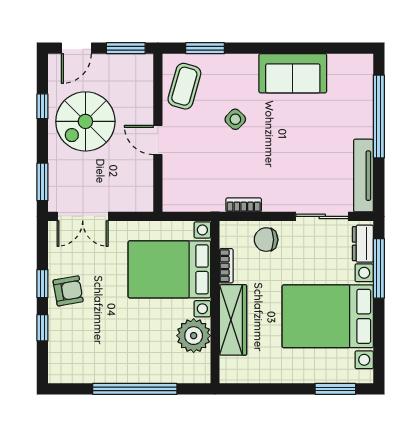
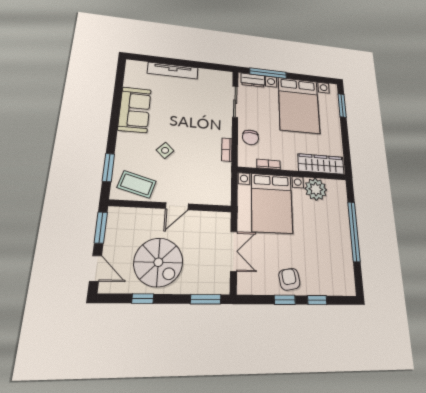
window: (379, 116) -> (170, 61), removed
tv unit: (363, 176) -> (173, 70), moved
double door: (83, 216) -> (234, 251), moved
wardrobe: (233, 320) -> (321, 164), moved

